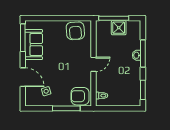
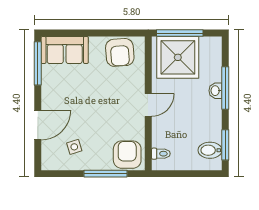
shower: (119, 28) -> (178, 57), width x1.86, depth x1.86
sofa: (34, 45) -> (65, 50), moved, turned 90
door: (23, 77) -> (38, 125), hinge flipped
bidet: (133, 93) -> (210, 150), added
armchair: (80, 96) -> (127, 155), turned 90

